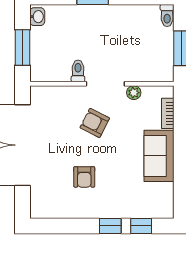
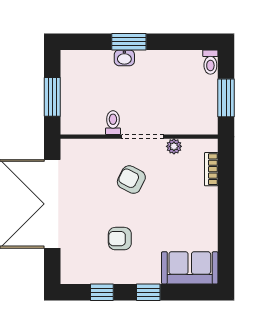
washbasin: (37, 17) -> (124, 58), moved, turned 90
sofa: (159, 156) -> (190, 268), moved, turned 90
armchair: (84, 177) -> (120, 239), turned 90
window: (141, 226) -> (102, 292), moved

